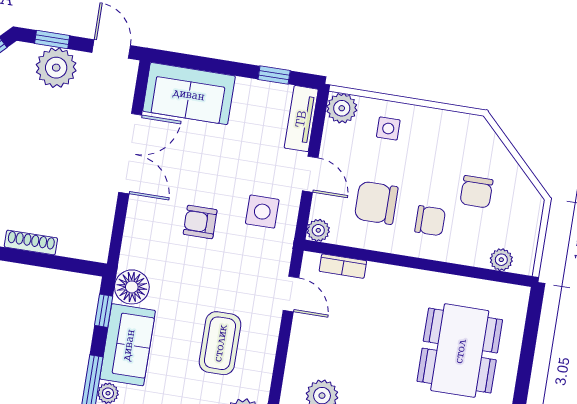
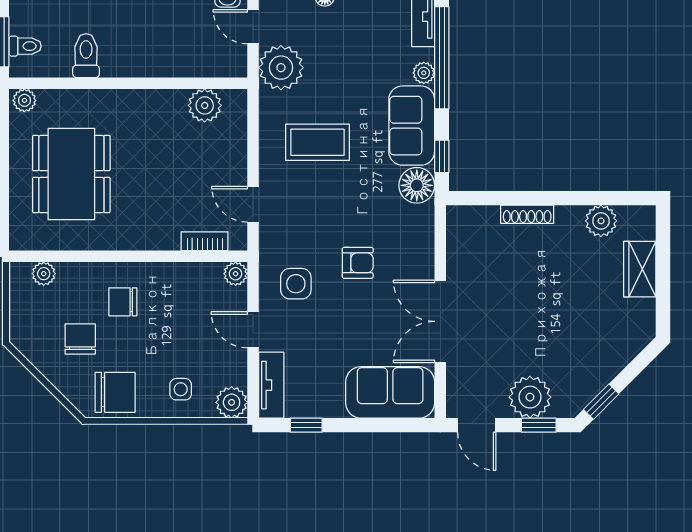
chair: (376, 203) -> (115, 392), moved
coffee table: (220, 343) -> (317, 142), turned 90

